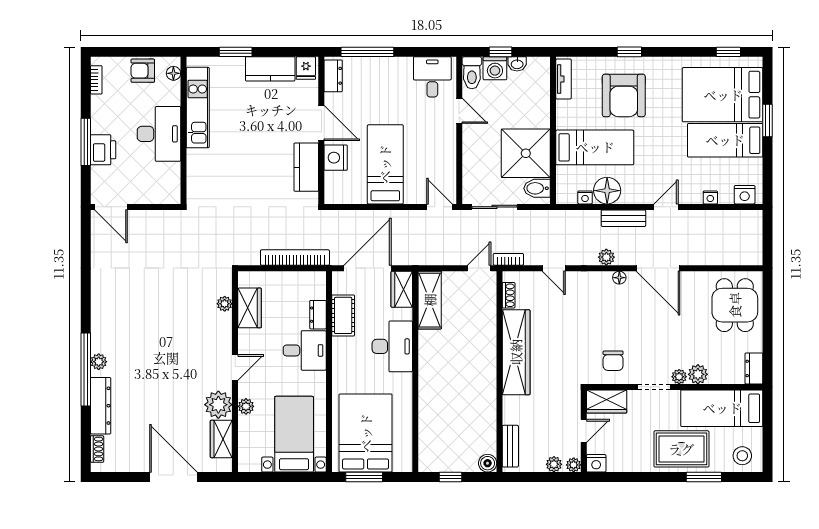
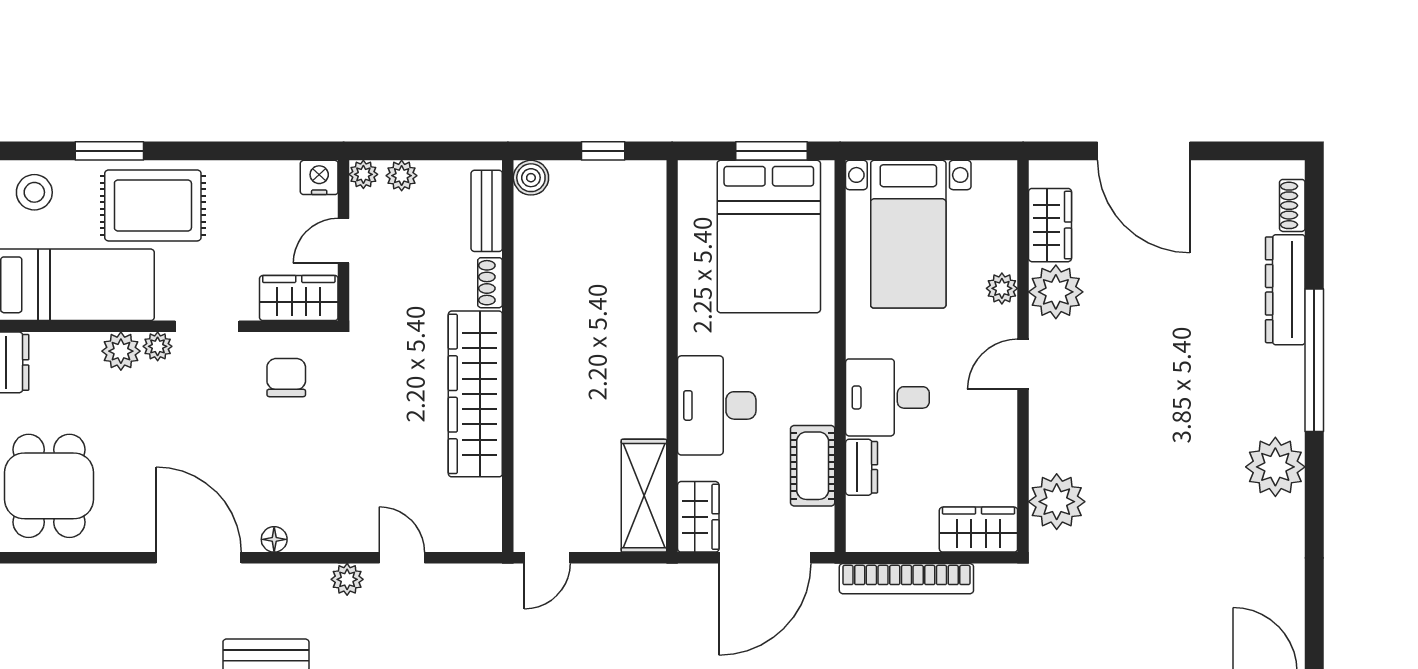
plant: (606, 257) -> (347, 579), moved
bookcase: (508, 259) -> (490, 575), removed
shoe rack: (509, 295) -> (490, 283), moved
plant: (225, 304) -> (1057, 502), width x1.87, depth x1.87
wardrobe: (250, 308) -> (978, 530), moved, turned 90
plant: (99, 362) -> (1275, 467), moved, width x1.88, depth x1.88

